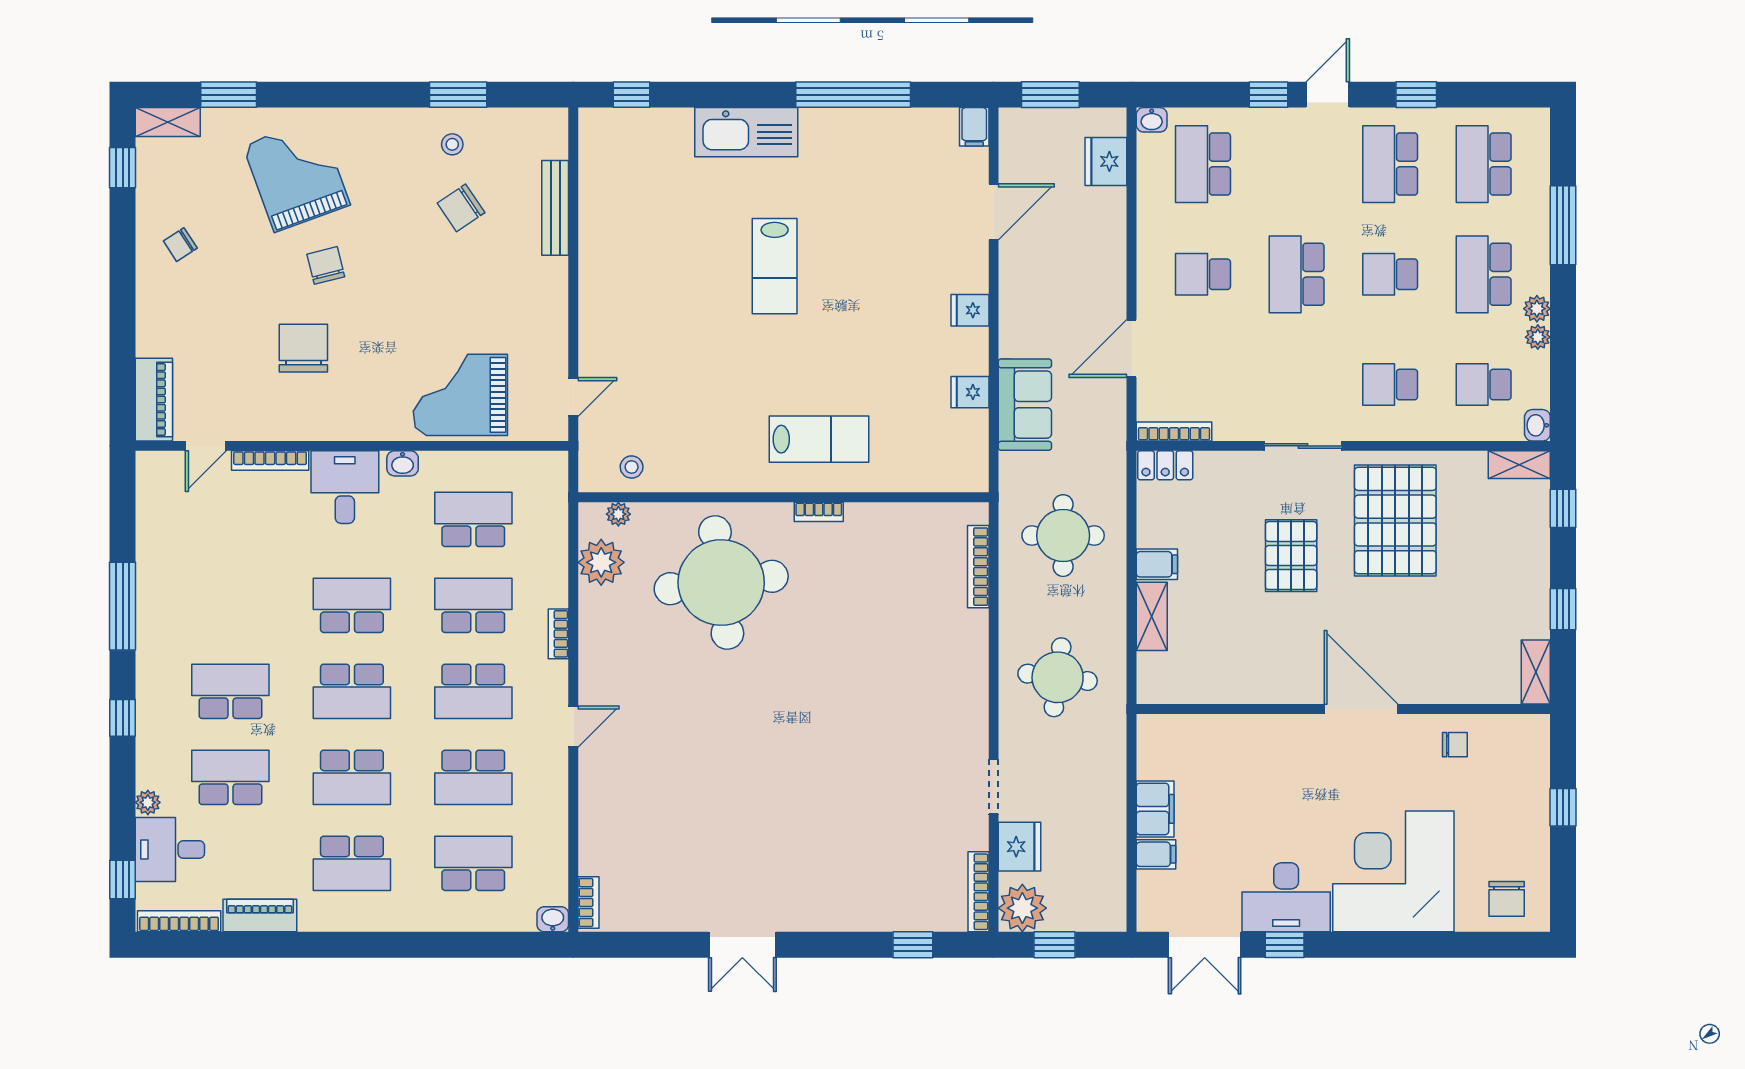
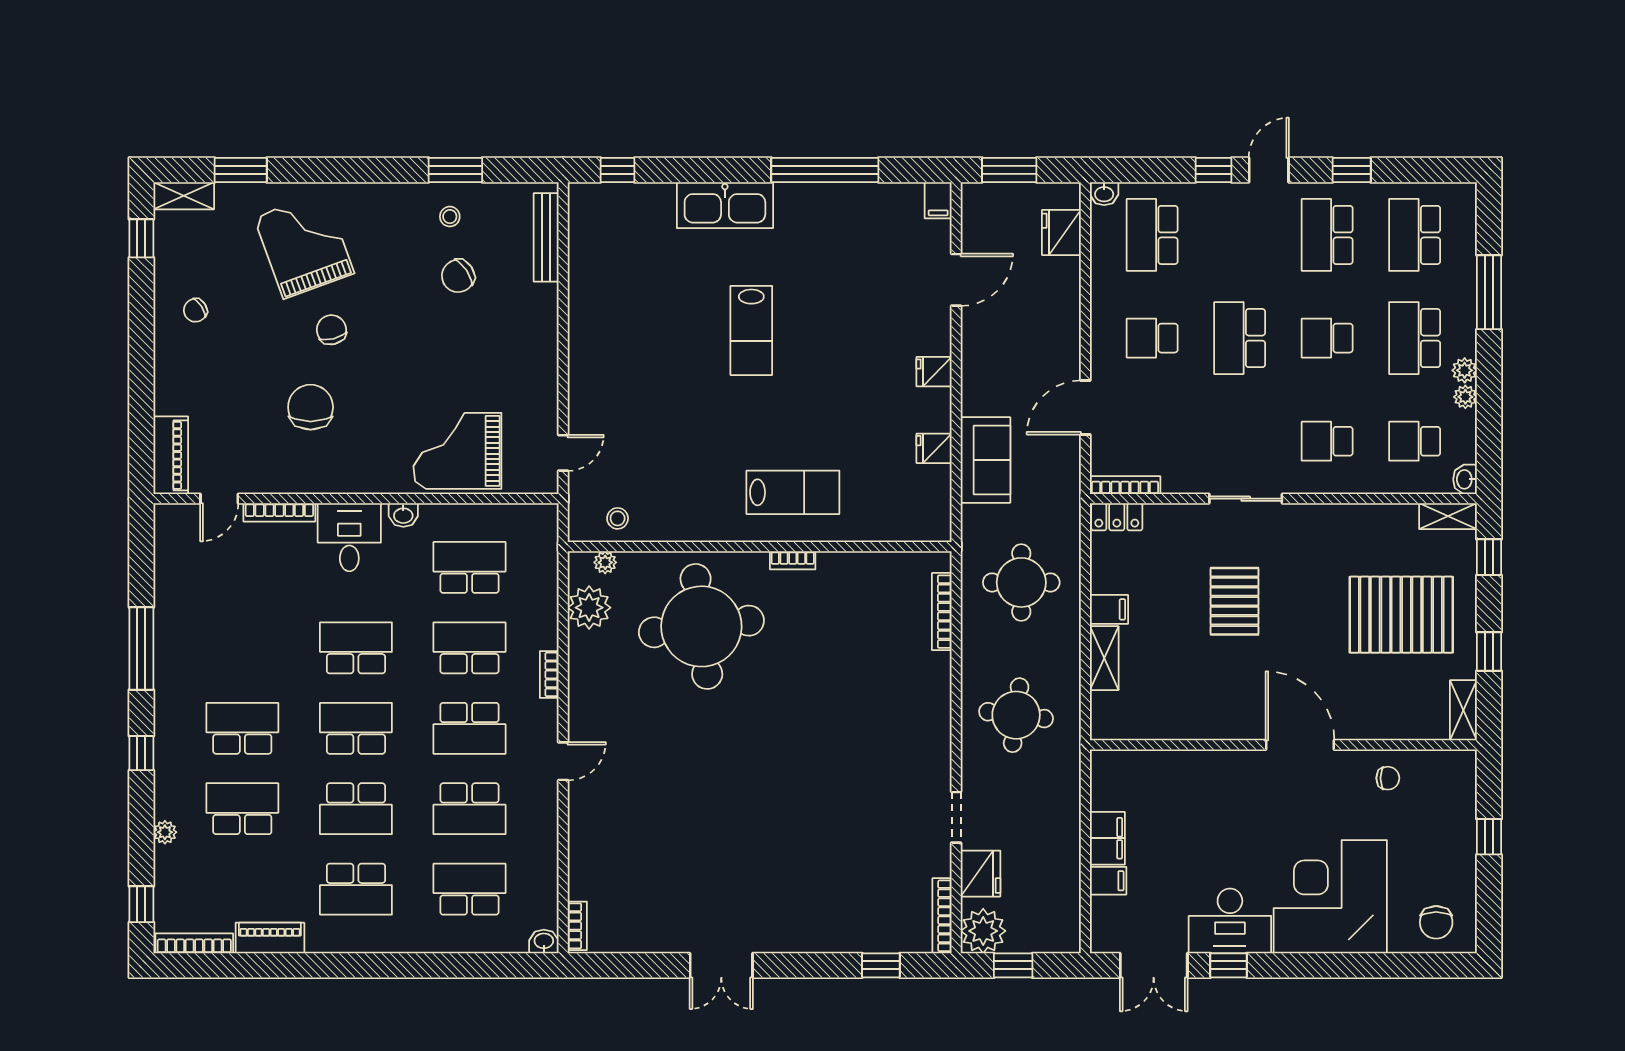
bench: (555, 208) -> (546, 237), moved
pallet: (1395, 521) -> (1401, 615), moved, turned 90
school desk: (352, 691) -> (356, 728), turned 180
desk: (170, 850) -> (186, 876), removed

